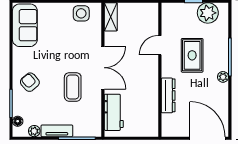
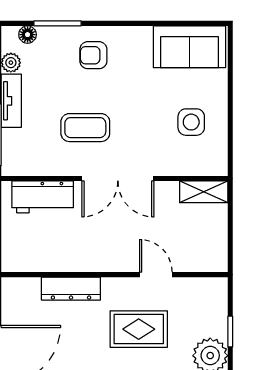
side table: (81, 13) -> (191, 122), moved
armchair: (30, 82) -> (93, 55), turned -139

